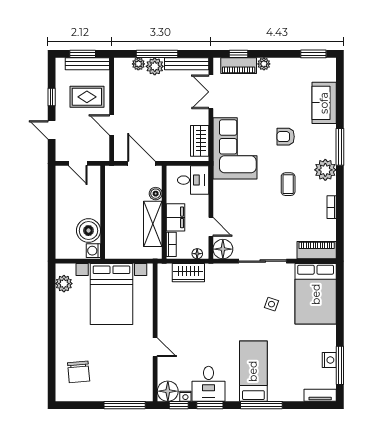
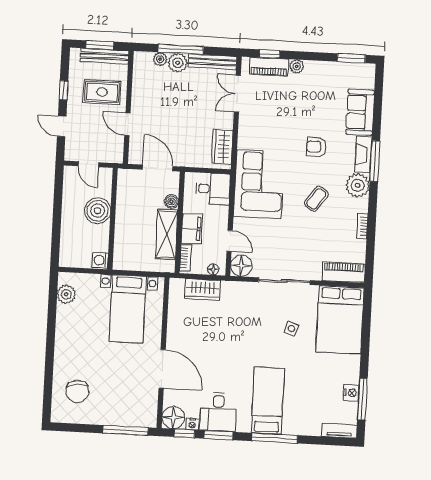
fireplace: (329, 141) -> (363, 154), added
corner sofa: (235, 148) -> (259, 184), moved
coffee table: (288, 184) -> (316, 199), turned 36
boiler: (88, 231) -> (98, 211), moved
bed with nightstands: (111, 294) -> (128, 309), width x0.73
door: (155, 347) -> (162, 369), width x1.88

